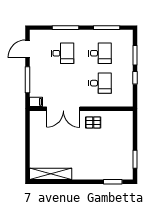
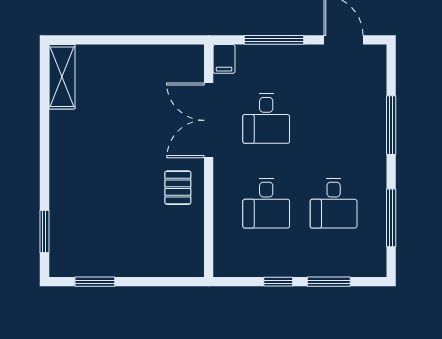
desk: (62, 53) -> (266, 118), moved
shelving: (51, 174) -> (62, 77), width x0.68

